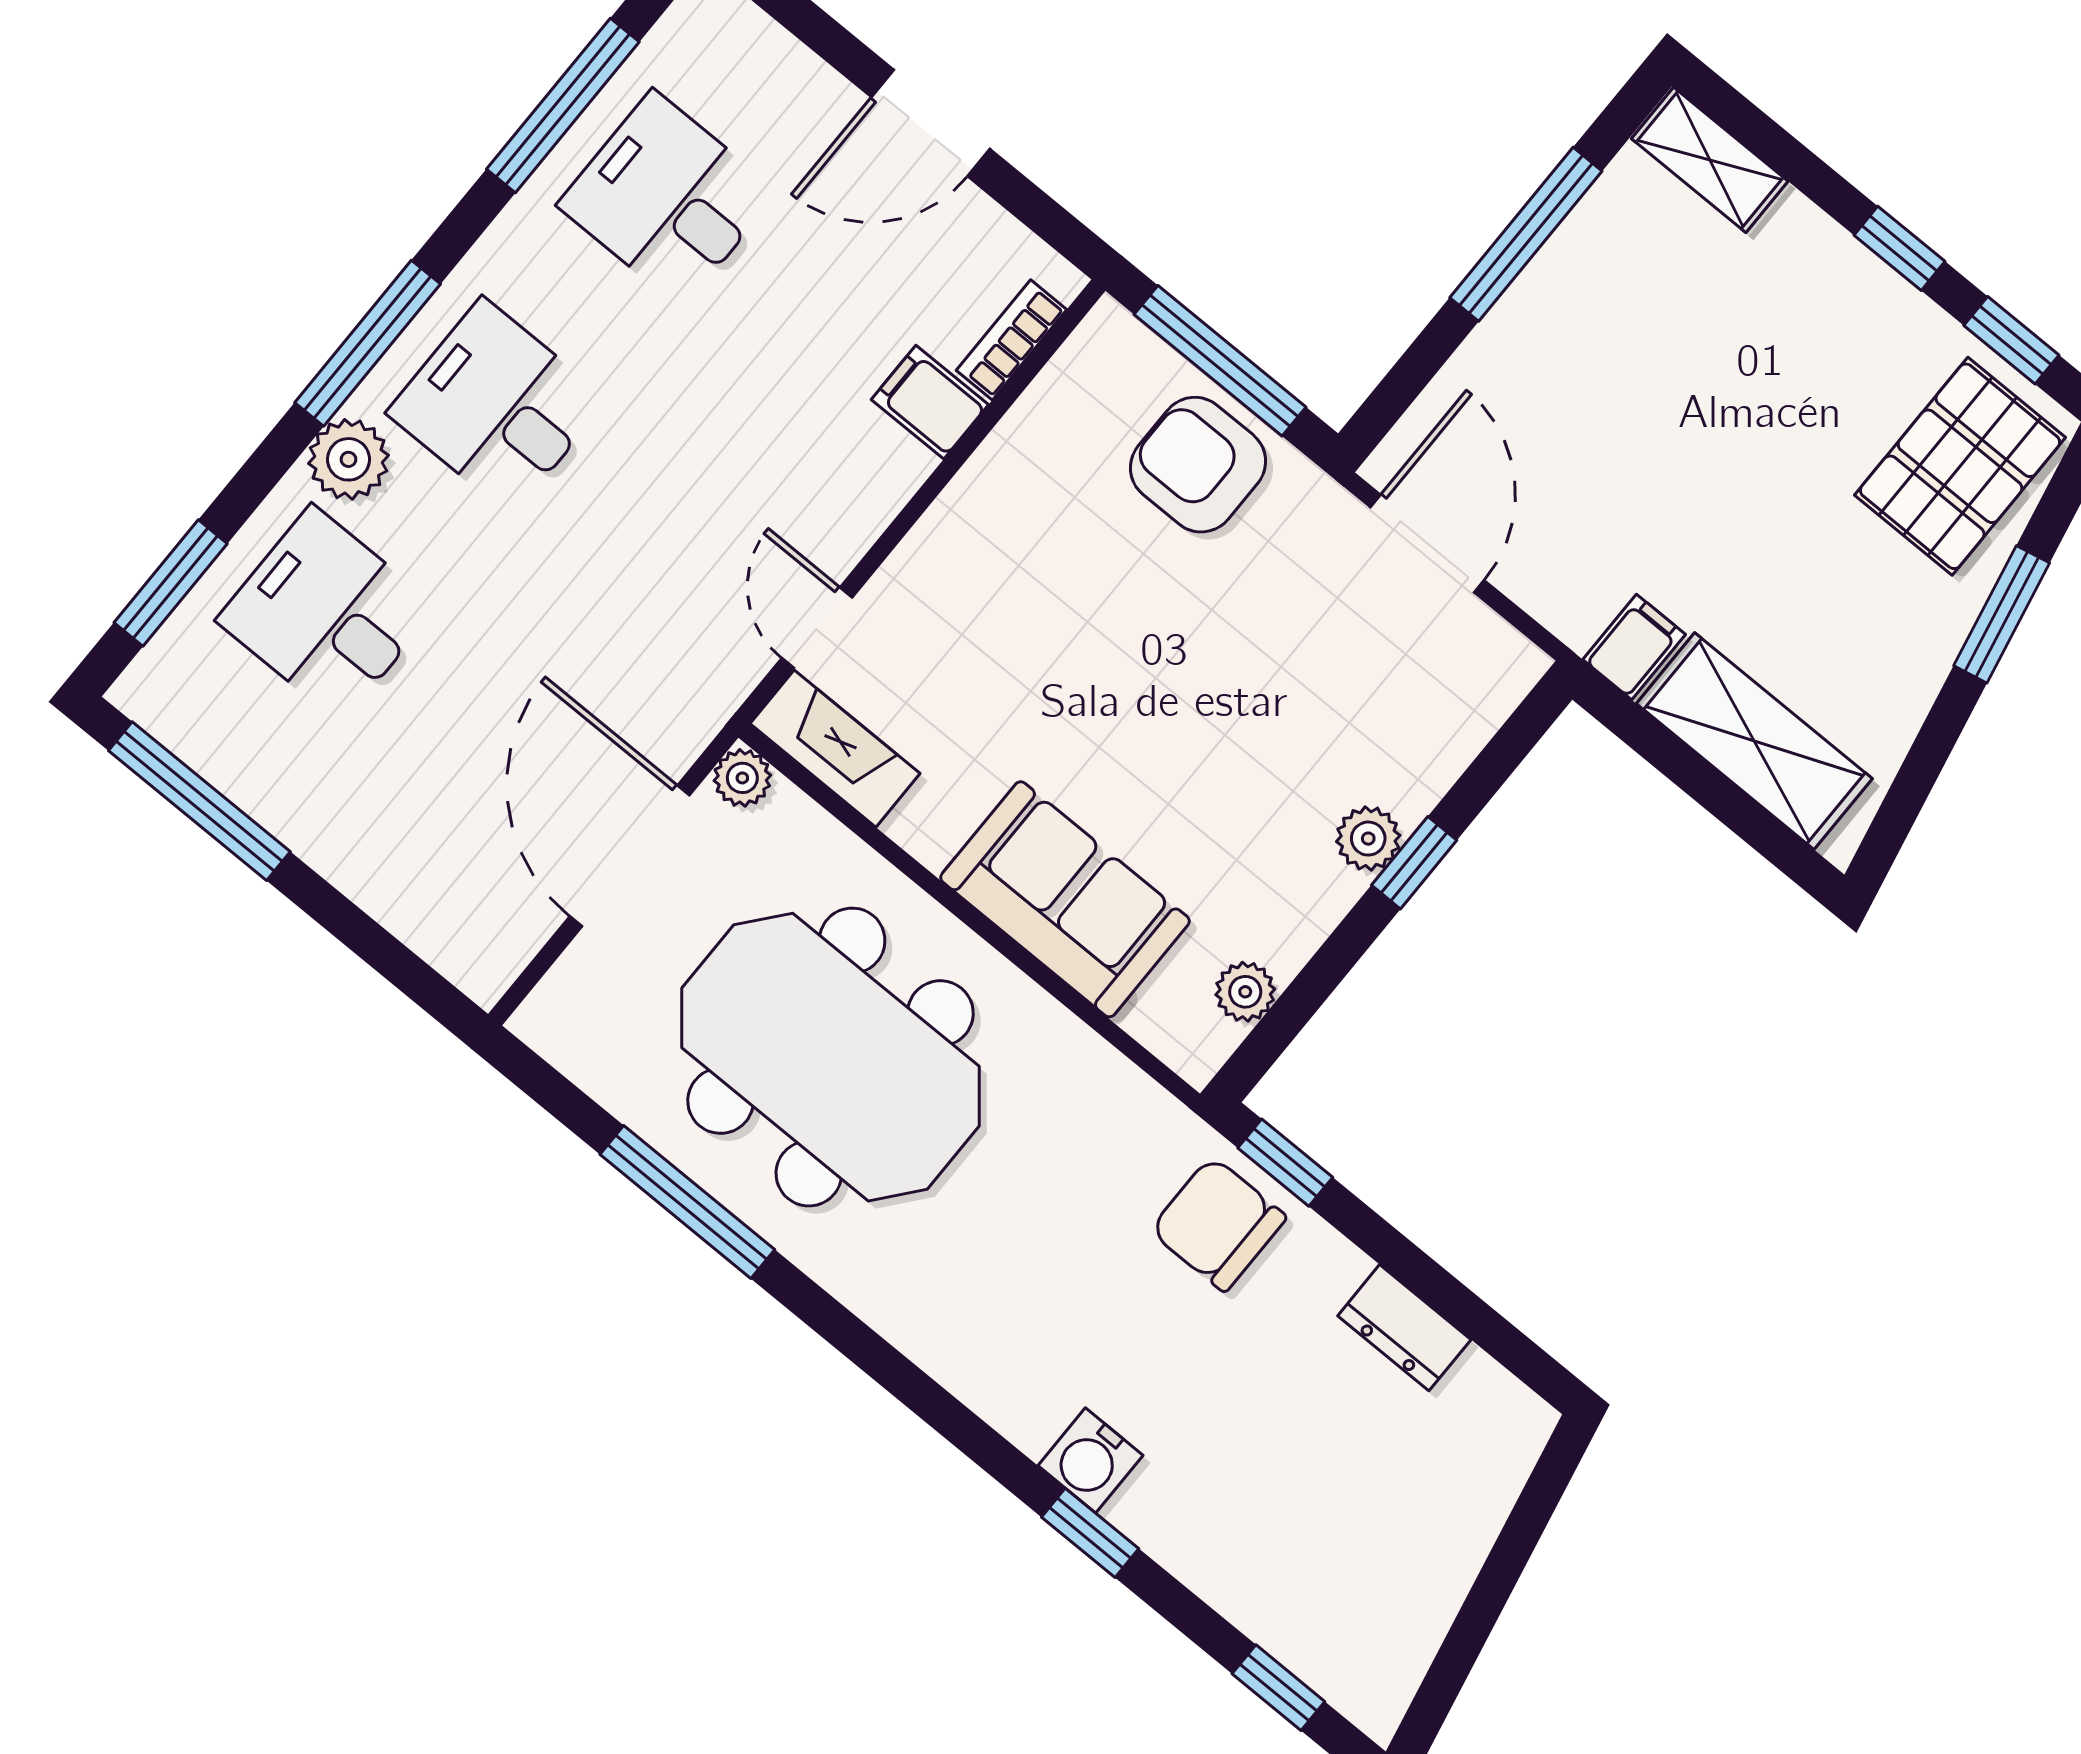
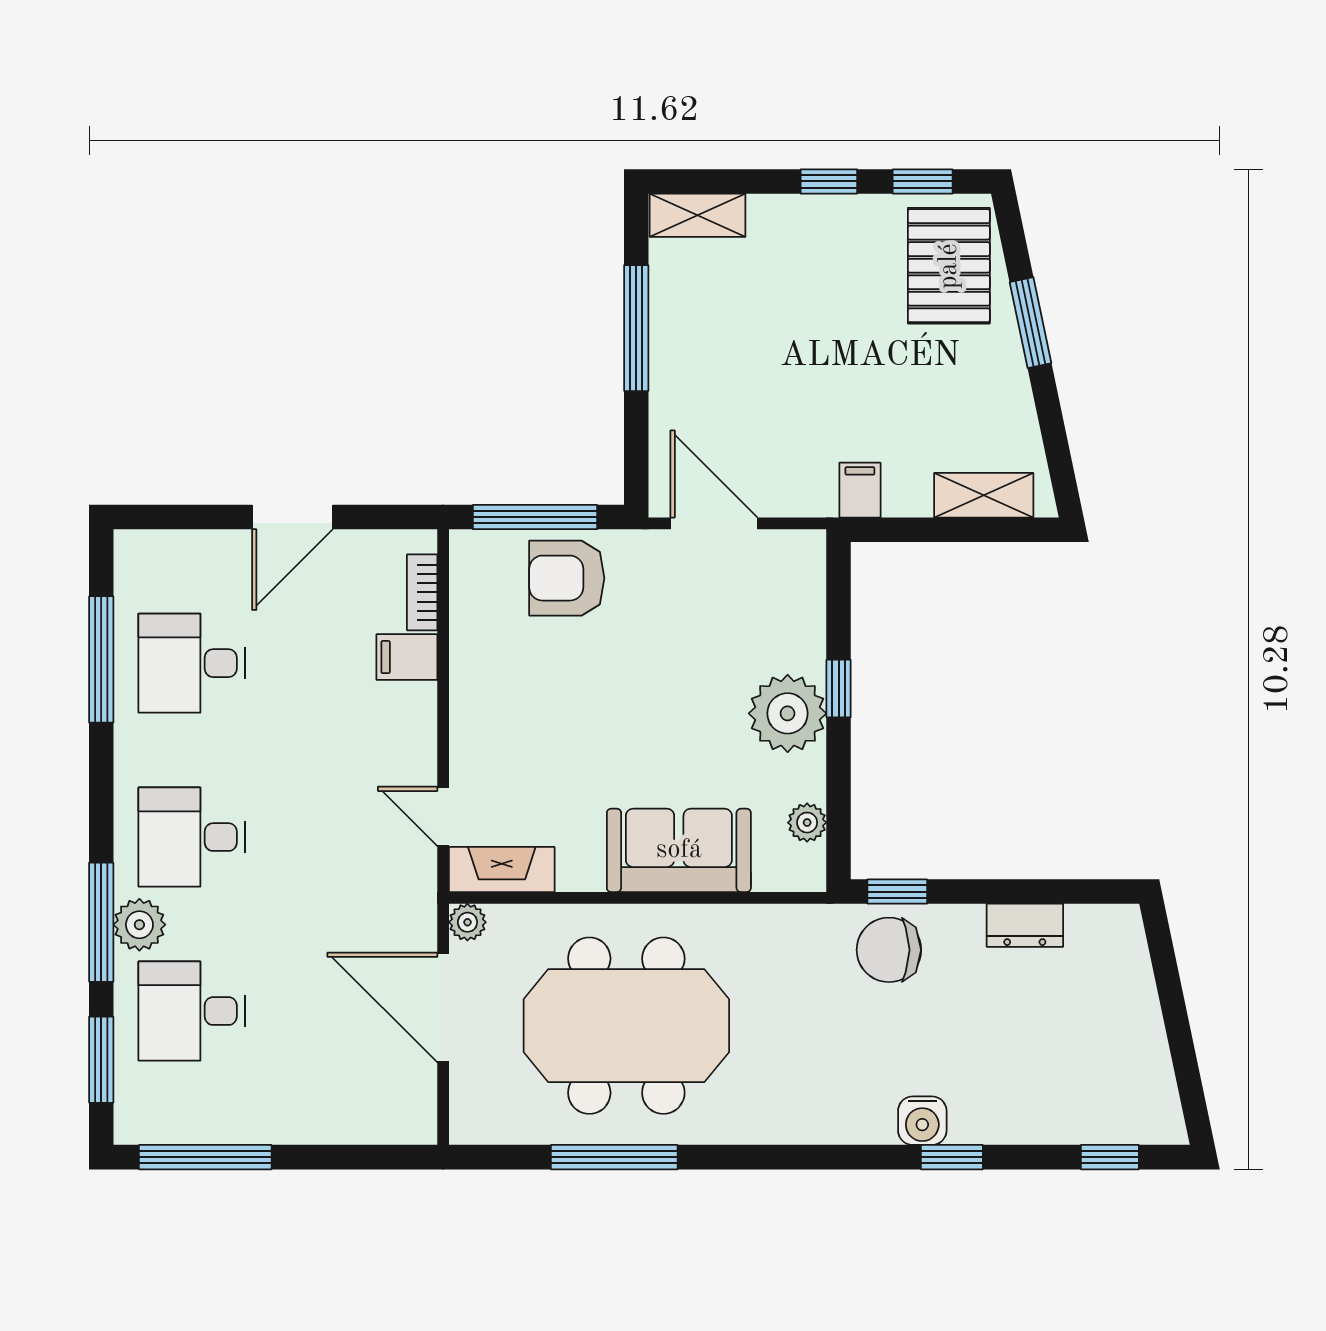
window: (368, 343) -> (101, 922), moved
shelving: (1754, 741) -> (984, 495), width x0.67, depth x0.75
plant: (1368, 839) -> (788, 713), width x1.88, depth x1.88

